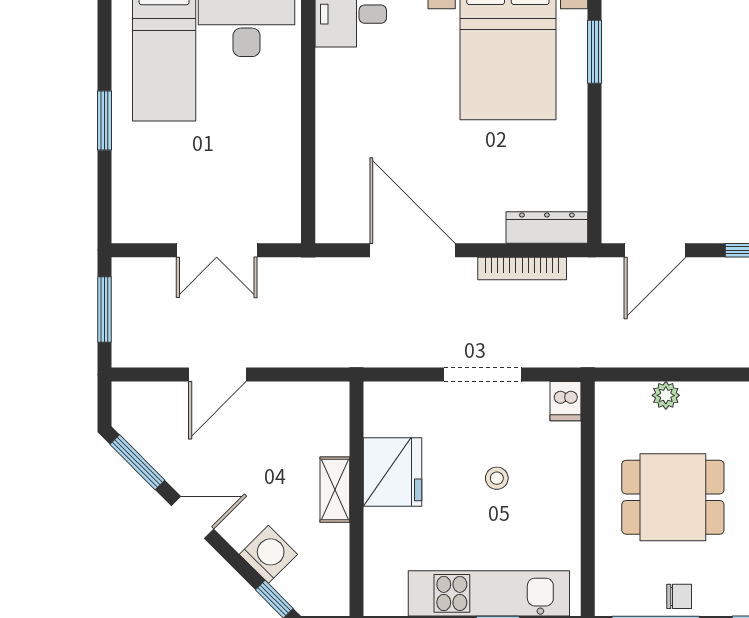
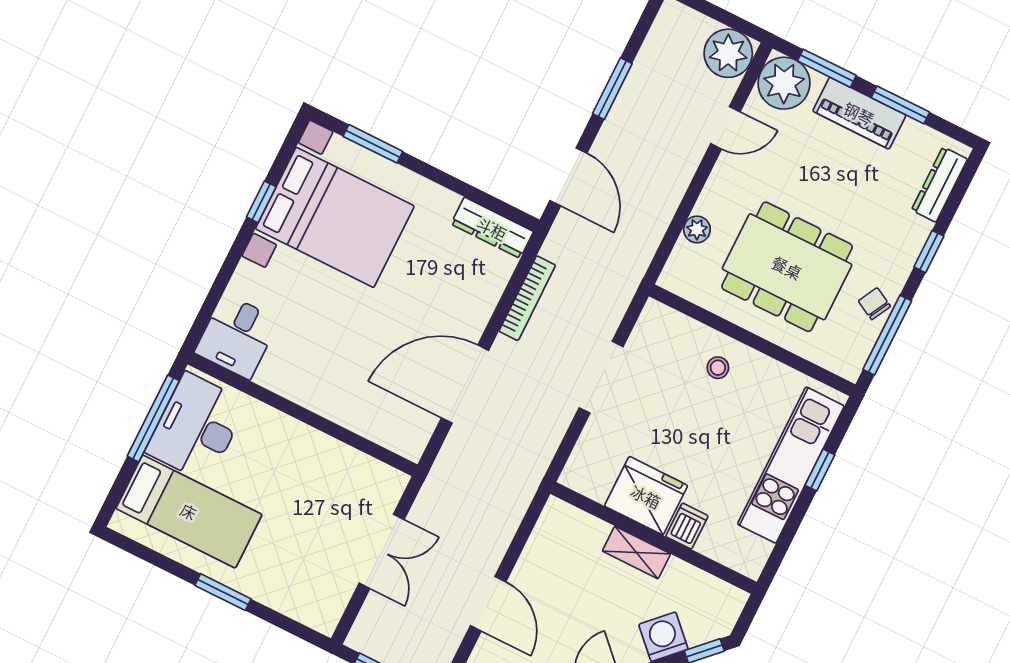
dresser: (547, 227) -> (492, 228), moved, turned -90
dishwasher: (565, 401) -> (687, 526), moved, turned -90
stool: (497, 478) -> (718, 368), moved
dining table: (673, 497) -> (787, 267), width x1.38
chair: (679, 596) -> (874, 304), turned -62

